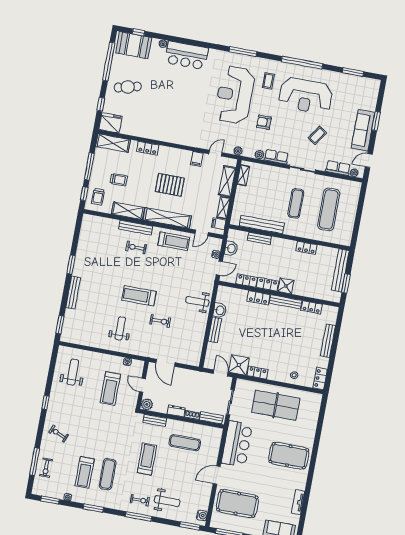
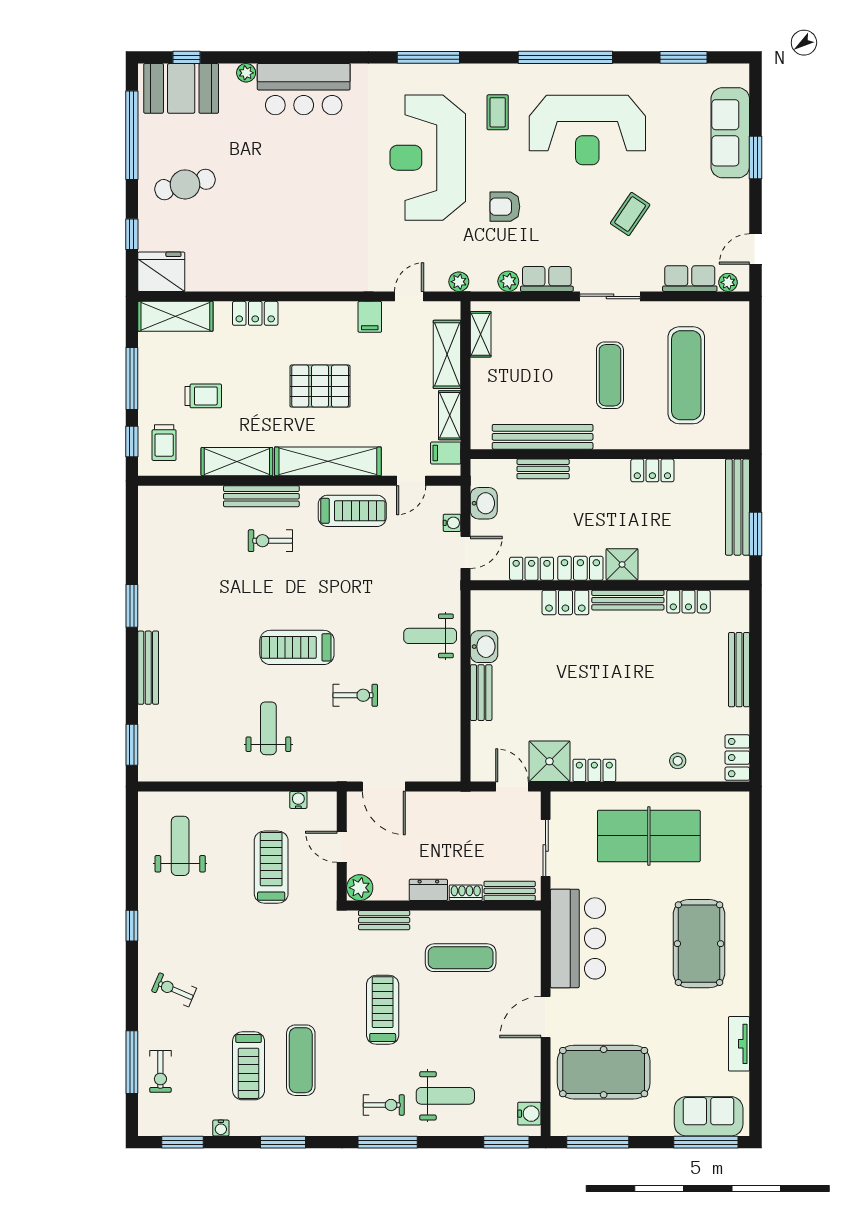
sofa: (363, 130) -> (730, 133), moved
treadmill: (110, 388) -> (271, 867), turned 180
pool table: (289, 456) -> (699, 944), turned 90

